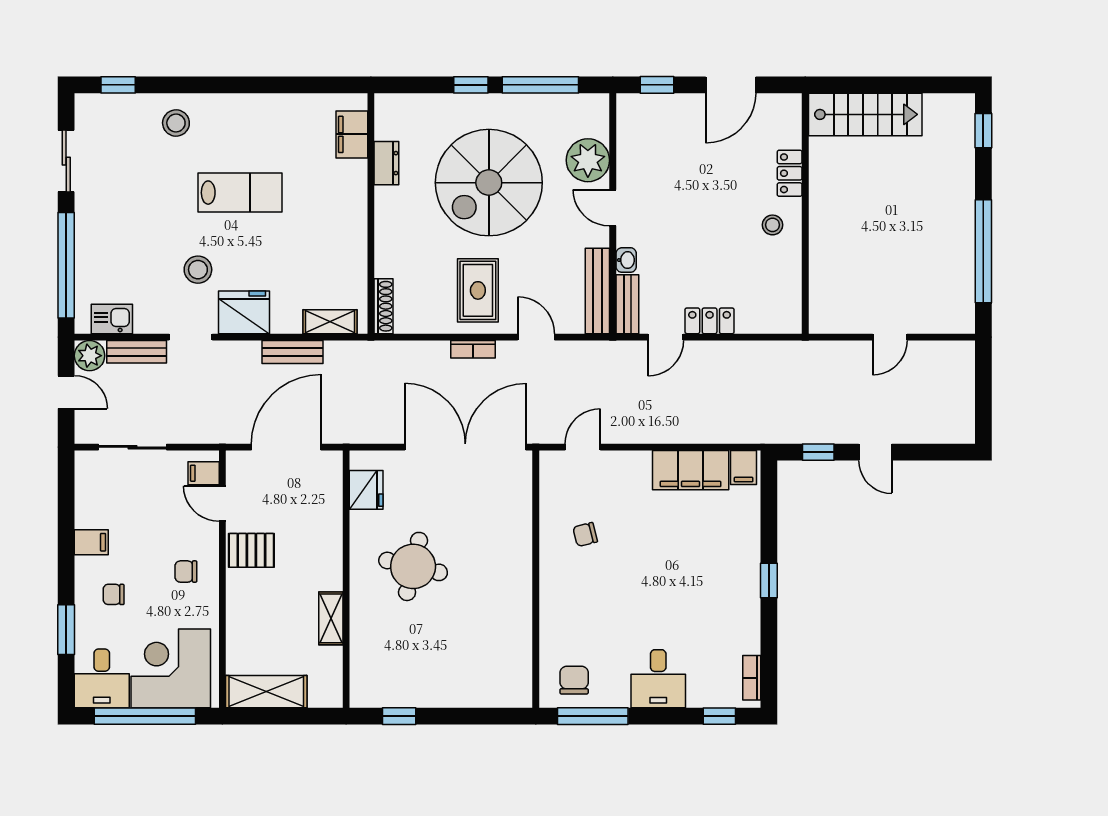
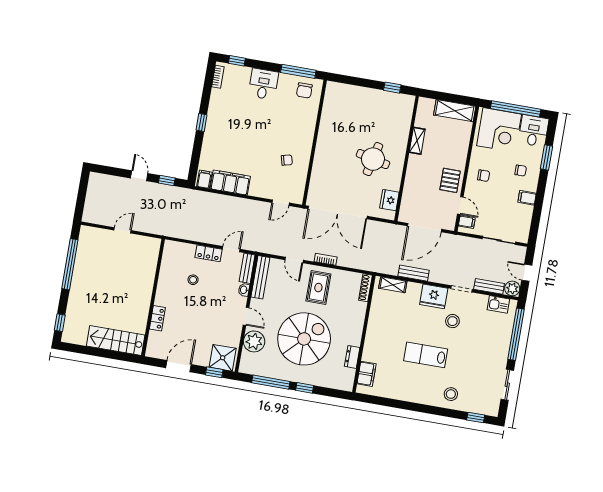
shower: (645, 117) -> (223, 358), added
stool: (772, 225) -> (193, 280), moved
pallet: (251, 550) -> (450, 180), turned 90

